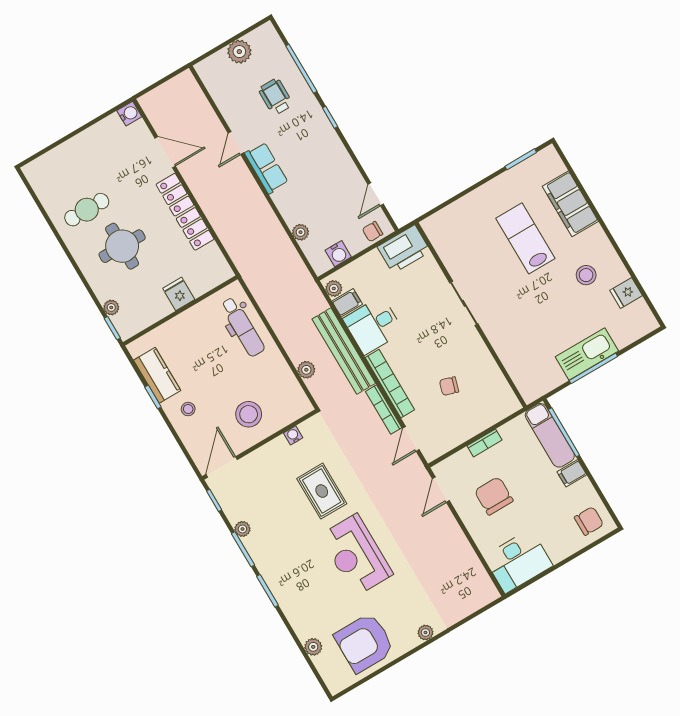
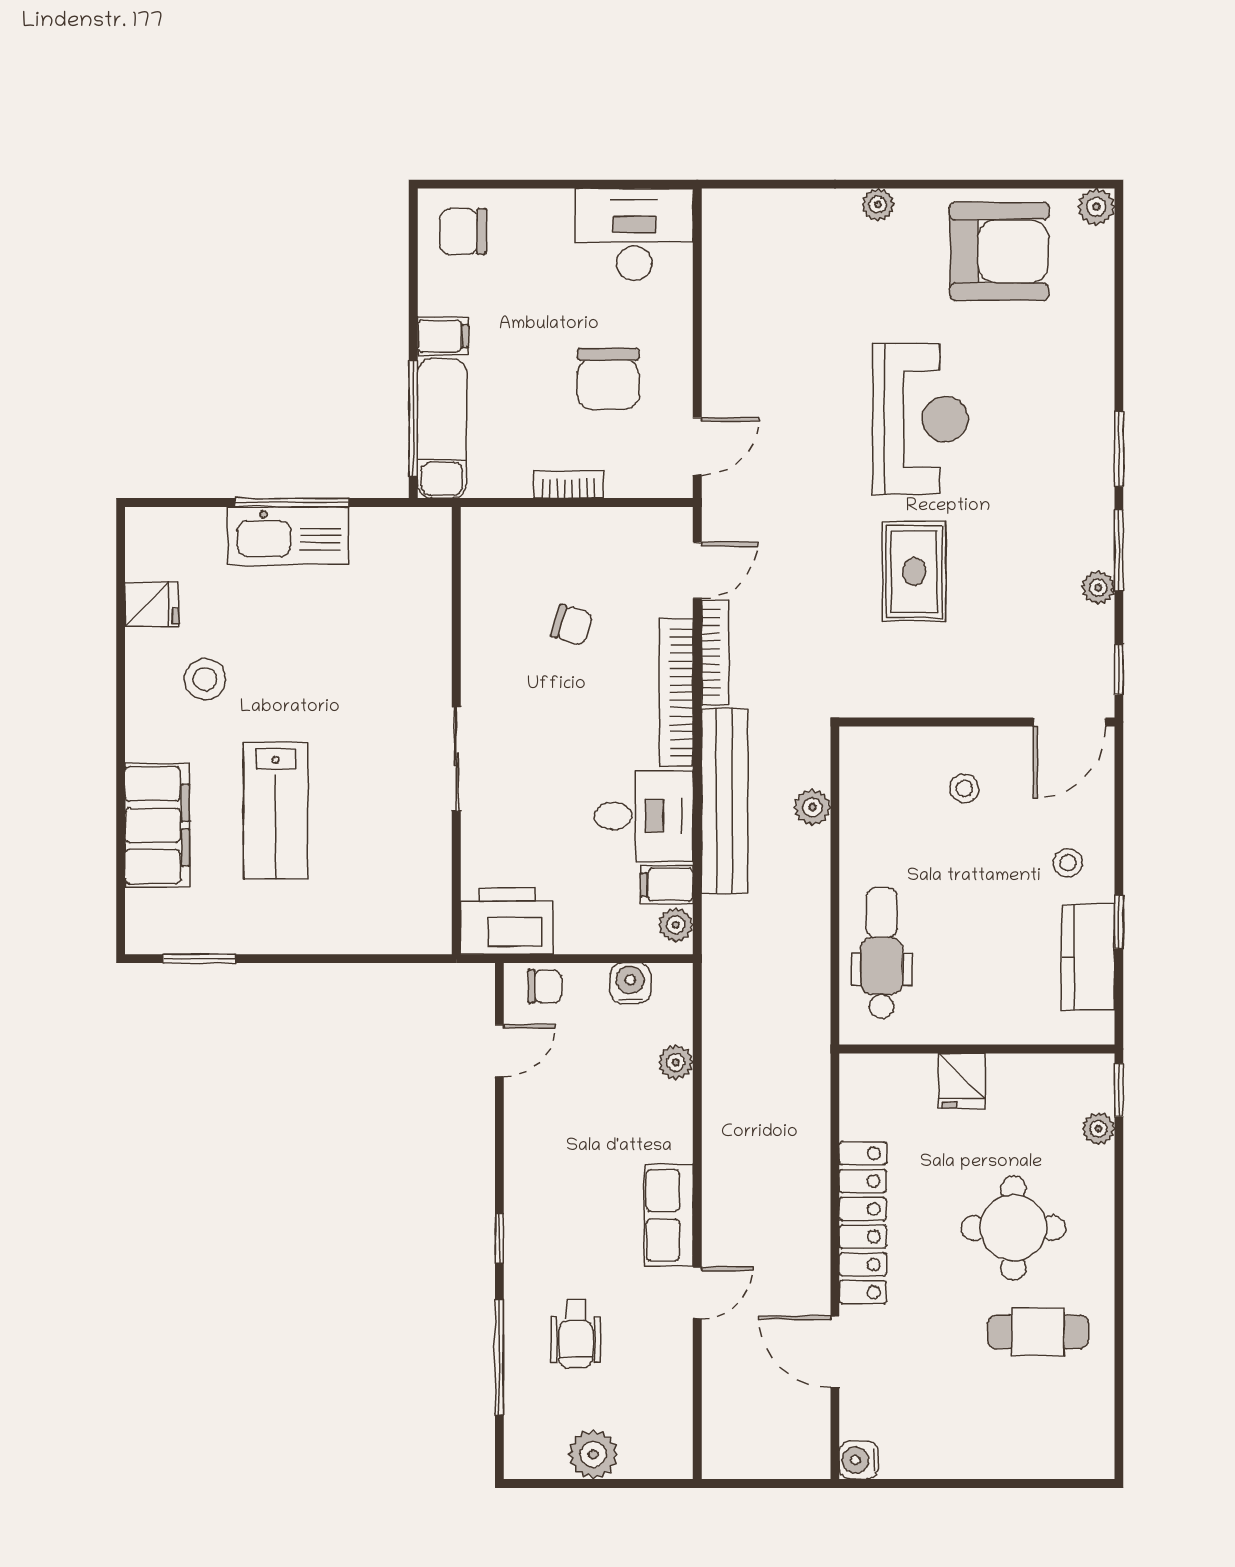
stool: (249, 414) -> (964, 789), width x0.53, depth x0.53
water cooler: (293, 435) -> (906, 703), removed
plant: (313, 647) -> (1096, 207), moved

